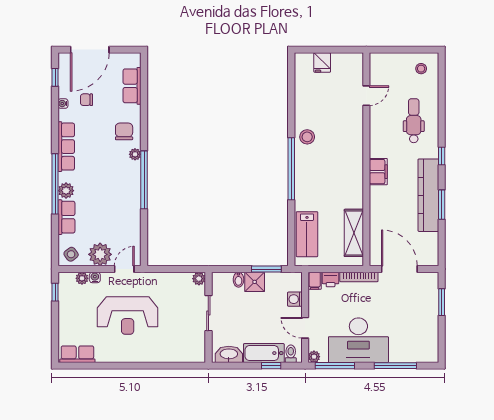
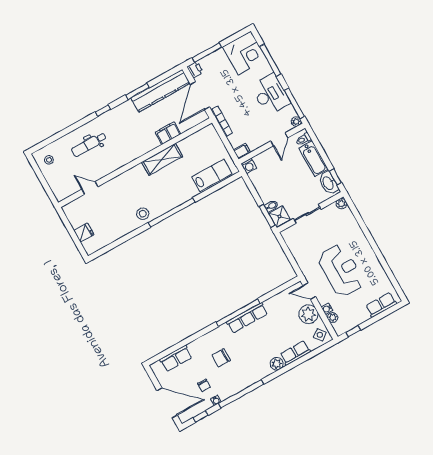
chair: (124, 131) -> (221, 358), moved
row of seats: (66, 147) -> (247, 318), moved, turned 180
plant: (135, 154) -> (223, 329), removed
filing cabinet: (378, 172) -> (168, 133), moved
window: (55, 184) -> (241, 394), moved
kitchen counter: (428, 195) -> (160, 91), moved
shelving: (354, 233) -> (162, 159), moved
window: (266, 269) -> (267, 216), moved
plant: (199, 279) -> (341, 204), moved
printer: (331, 279) -> (195, 70), moved
shower: (255, 282) -> (279, 216), moved
washing machine: (295, 299) -> (249, 166), moved
window: (442, 302) -> (207, 53), width x1.44
desk: (358, 340) -> (270, 95), width x0.73, depth x0.77
corner desk: (418, 342) -> (245, 53), added
row of seats: (77, 354) -> (381, 305), moved, turned 90
window: (271, 366) -> (335, 177), moved

